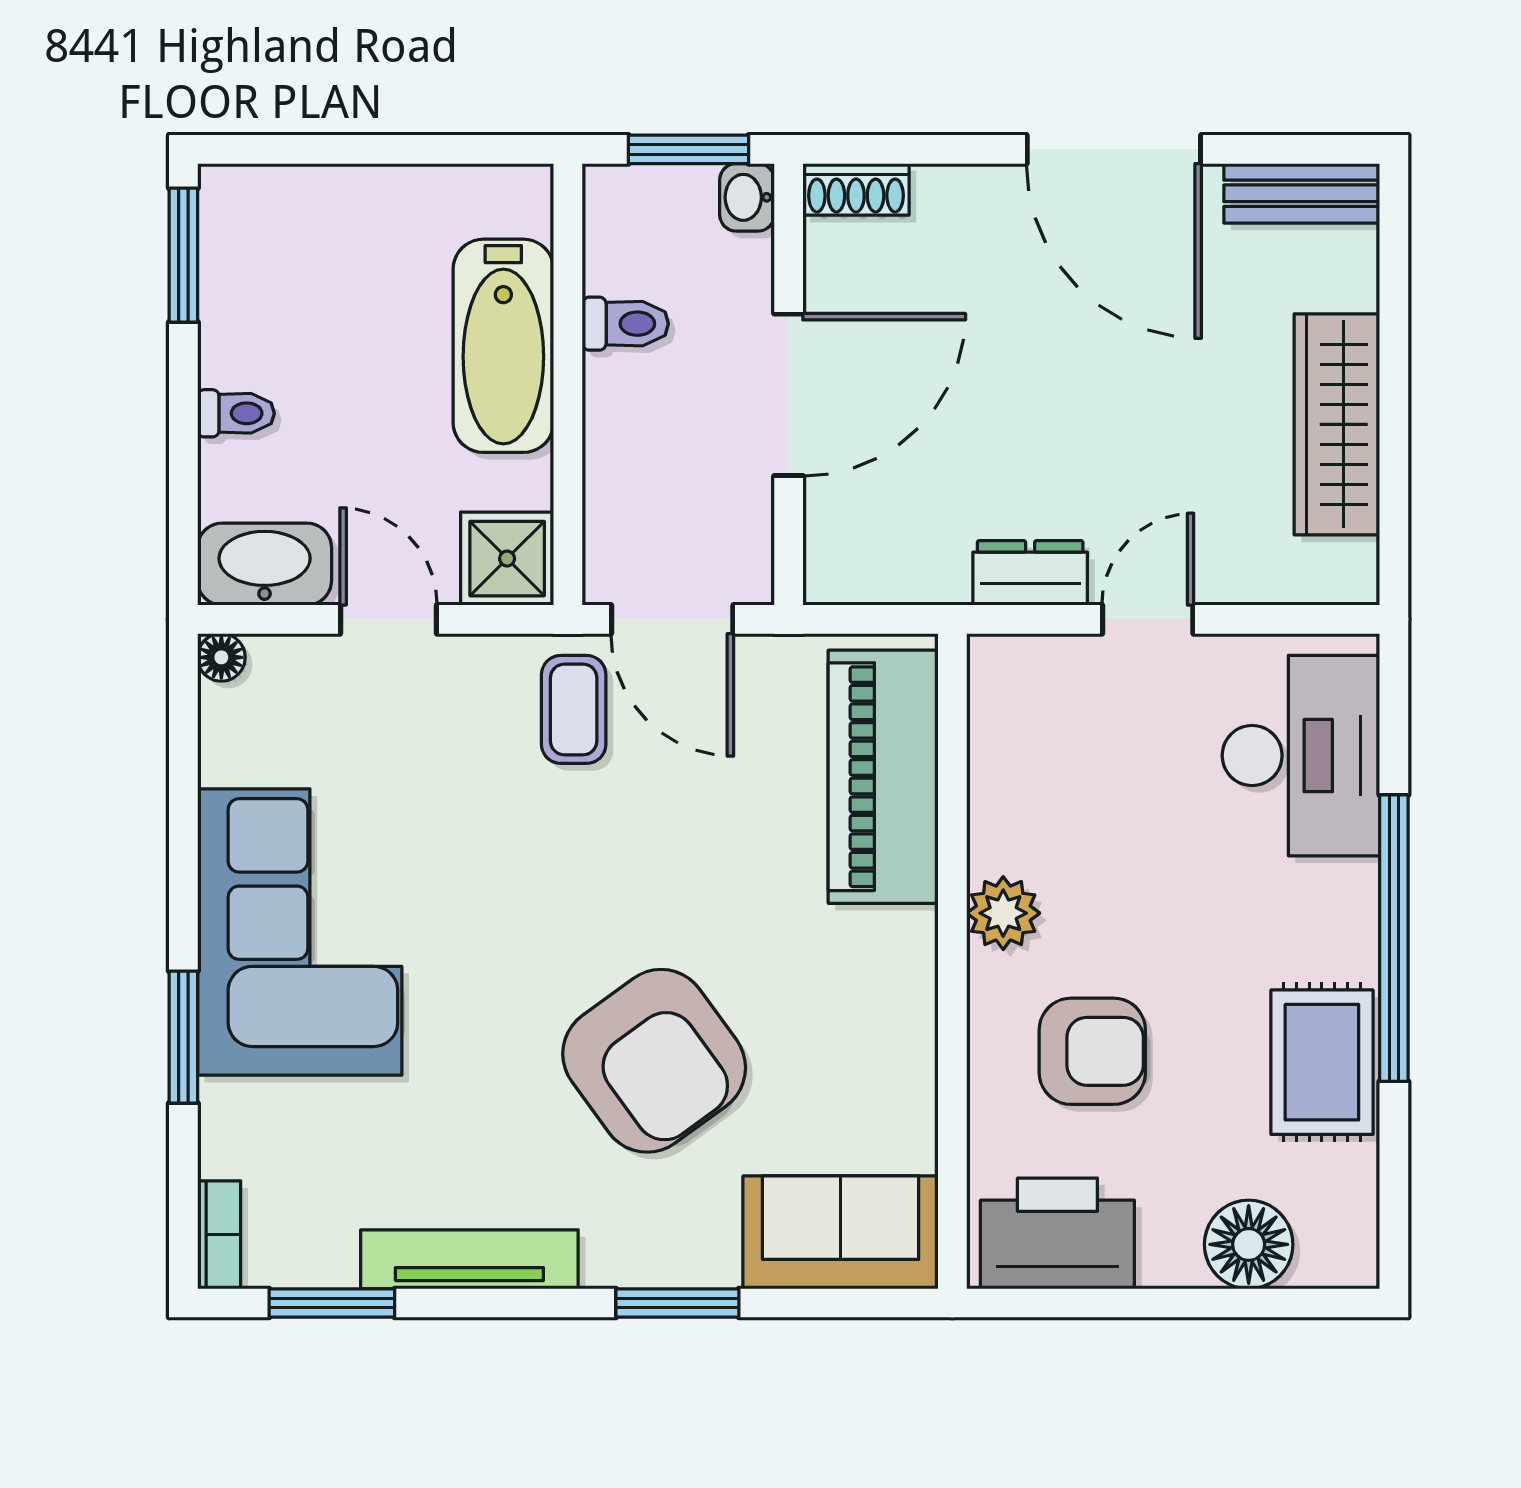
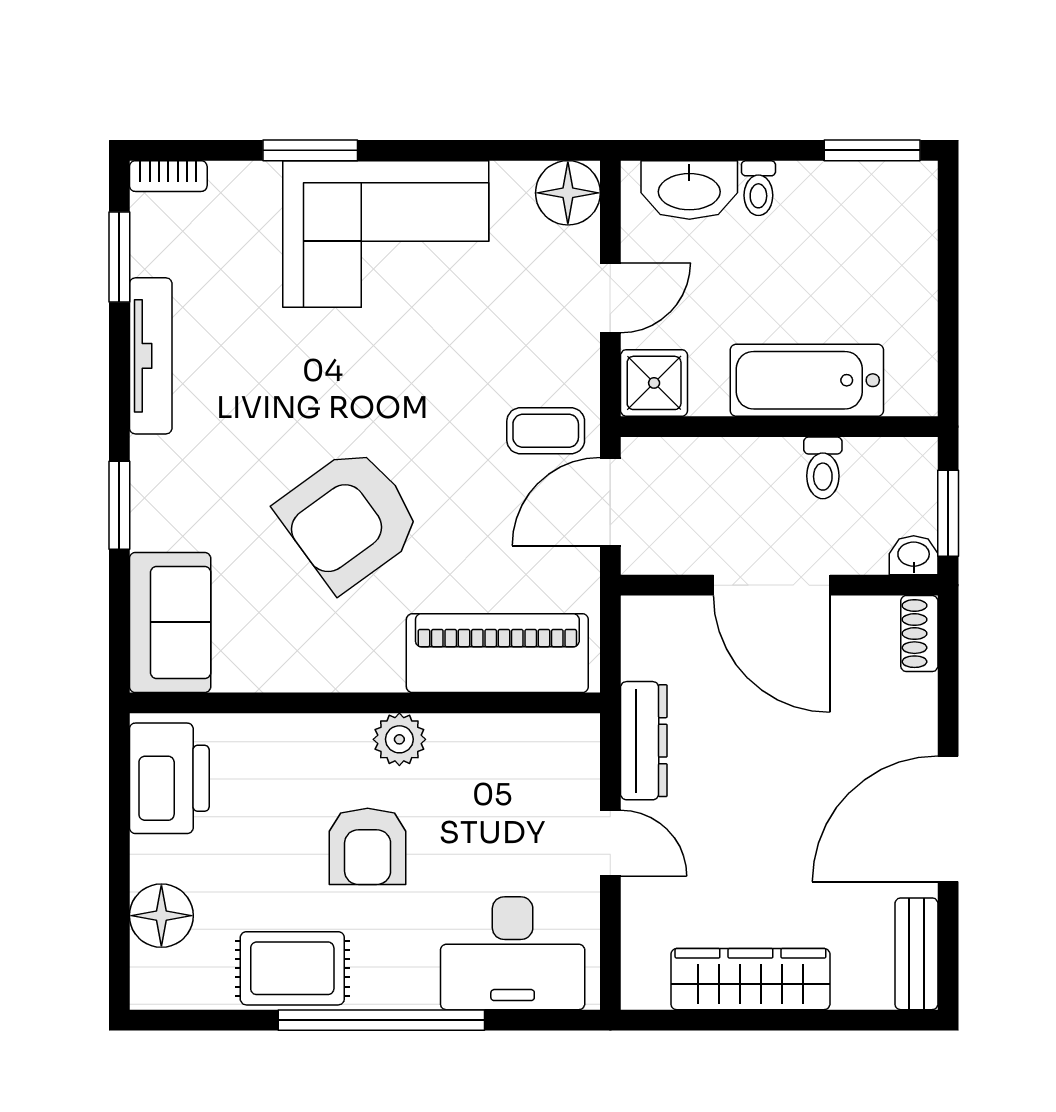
washbasin: (265, 564) -> (689, 190), moved, turned 90
dresser: (1030, 573) -> (644, 741), width x1.44
floor lamp: (221, 657) -> (568, 193), width x1.89, depth x1.89
armchair: (1092, 1051) -> (368, 846), moved
armchair: (654, 1061) -> (349, 519), moved

